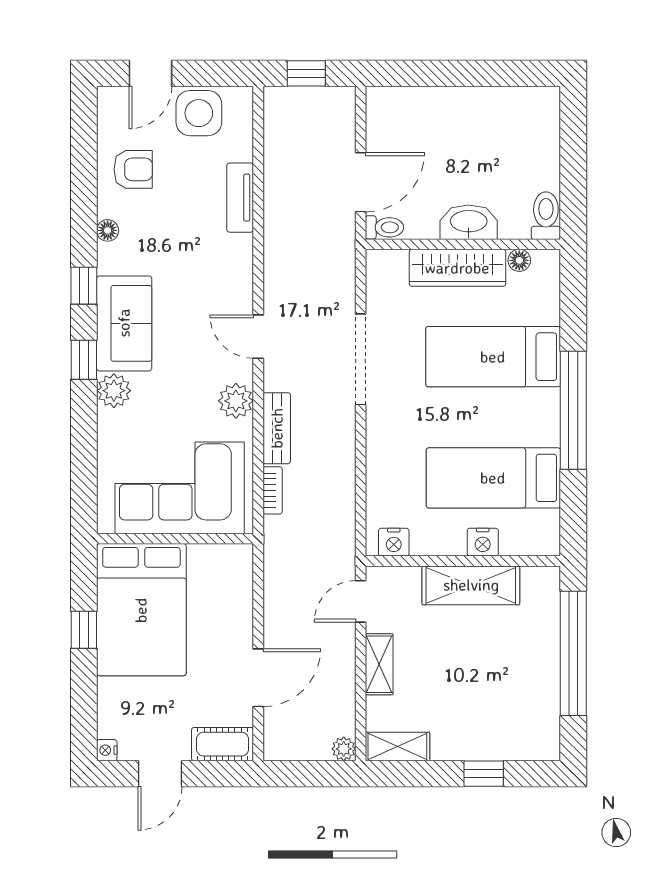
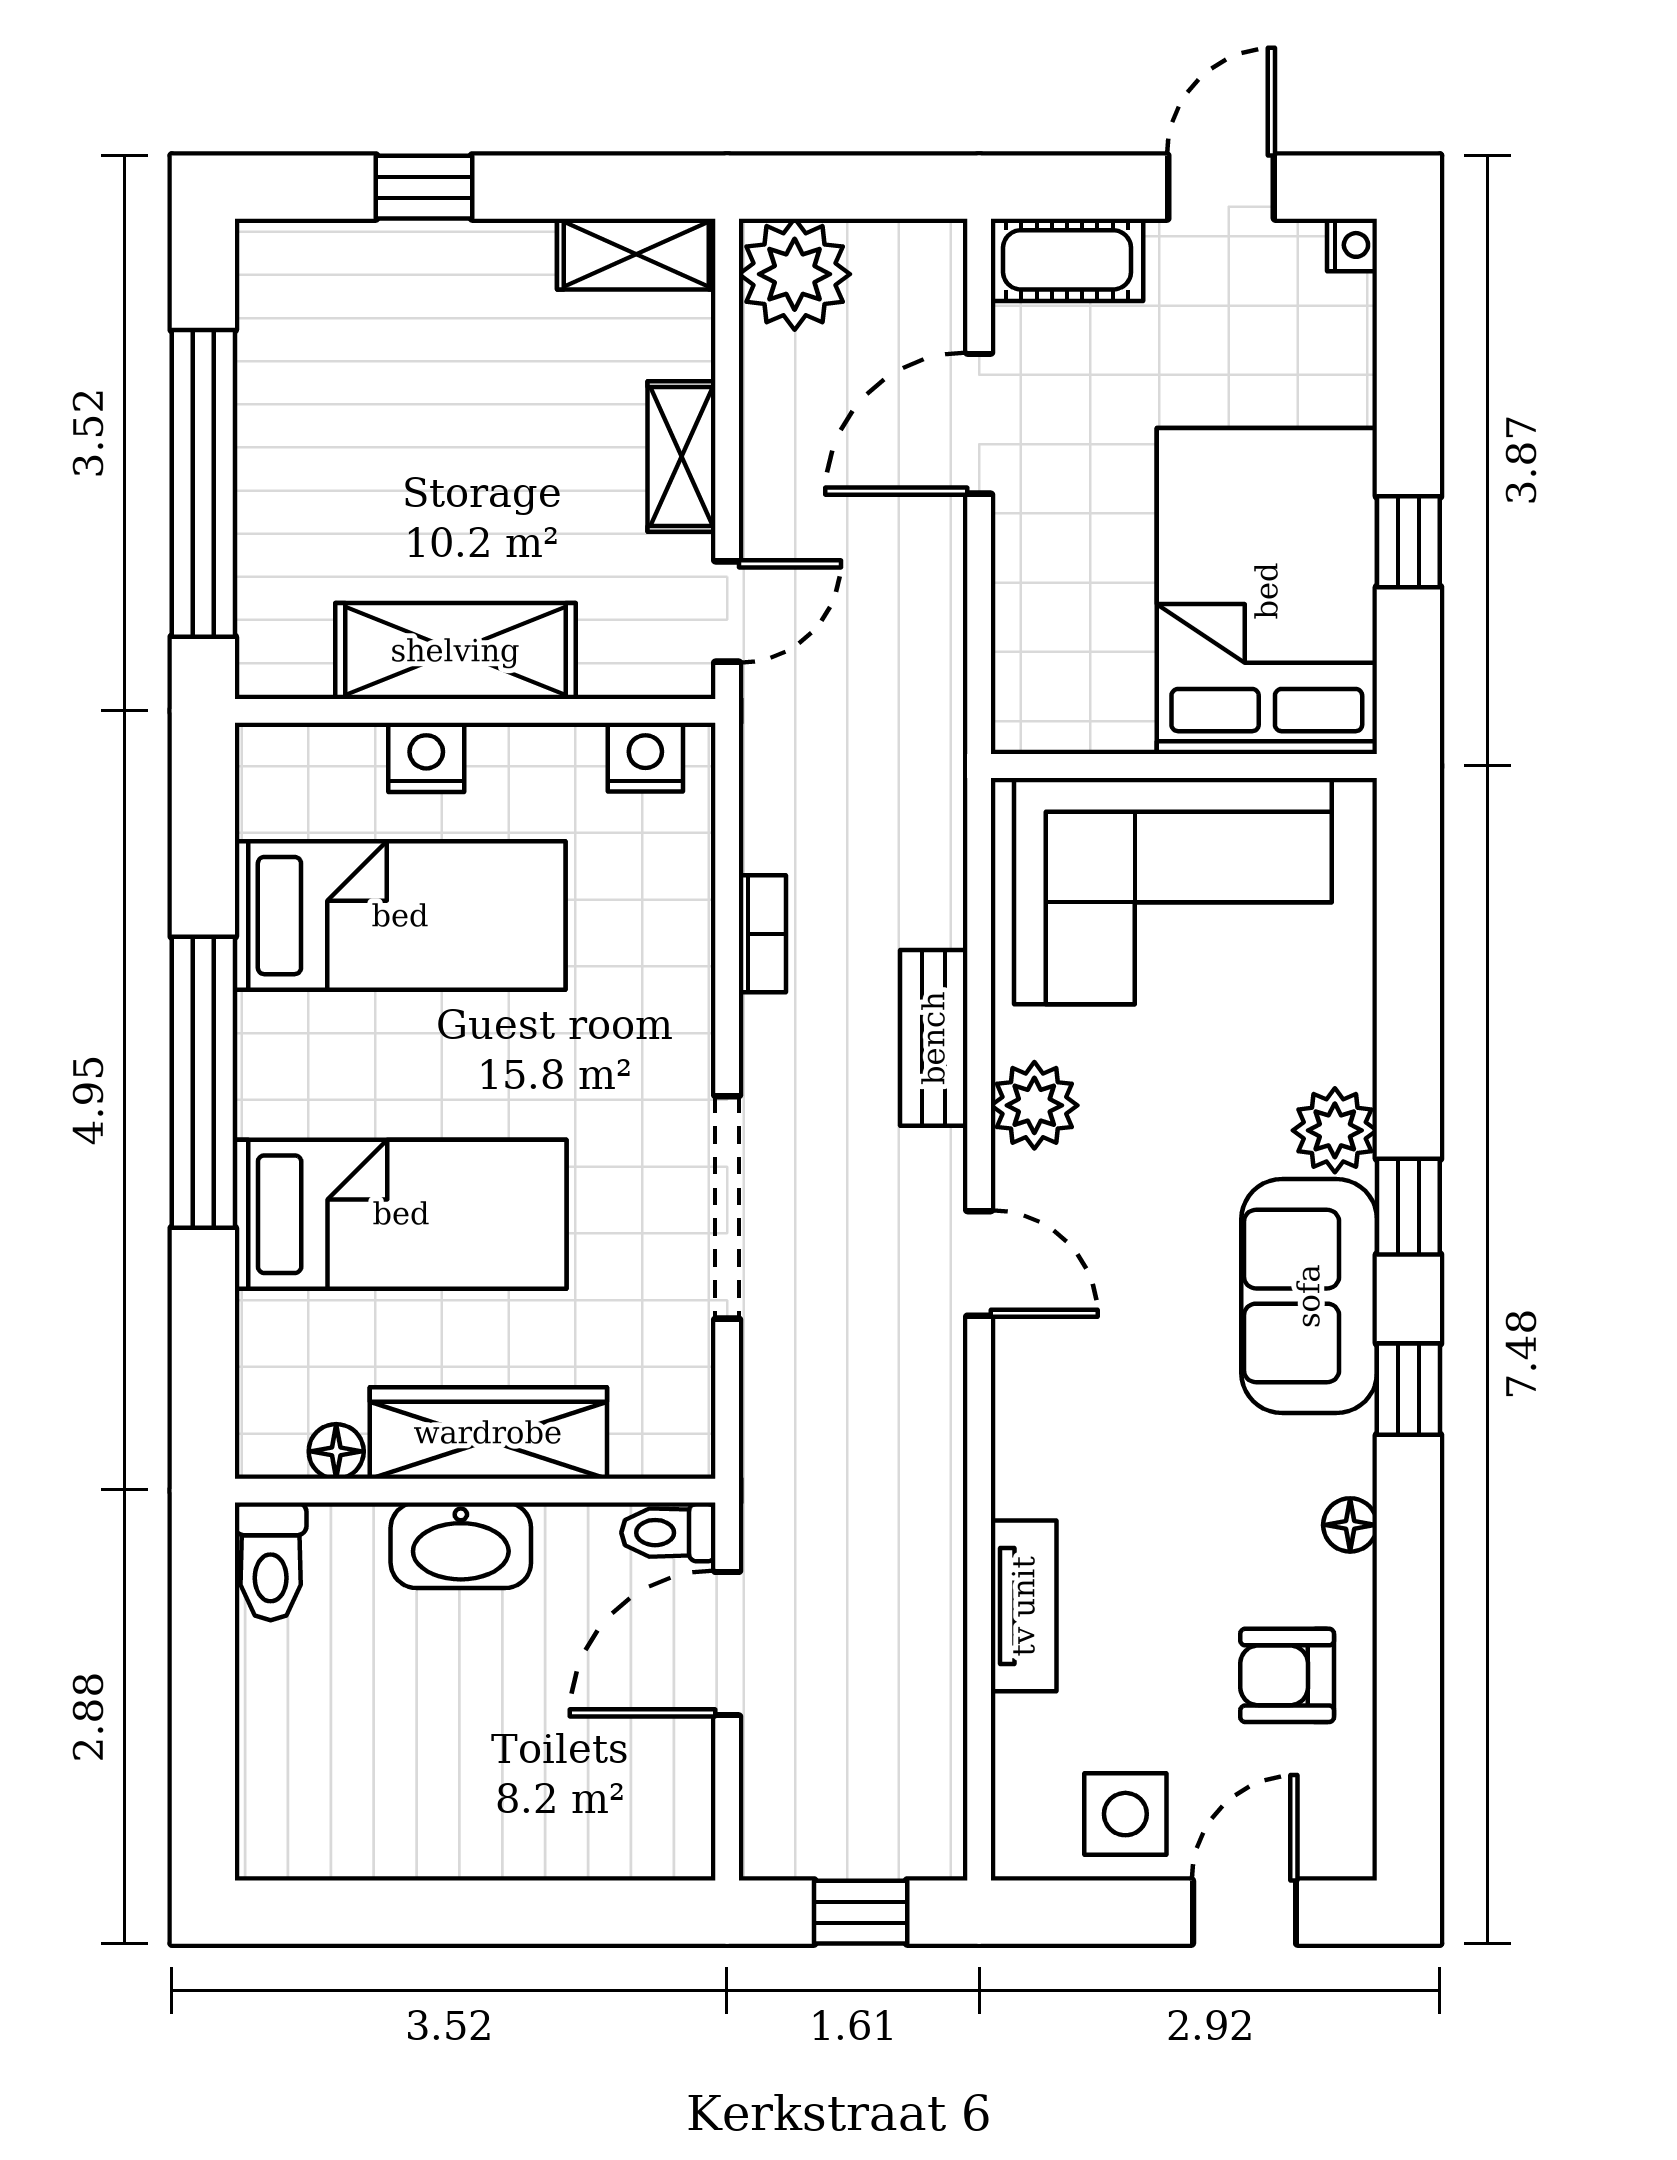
side table: (199, 113) -> (1125, 1814), width x0.73, depth x0.73
bookcase: (273, 490) -> (762, 934), moved, turned 180
plant: (344, 749) -> (795, 274), width x1.88, depth x1.88

